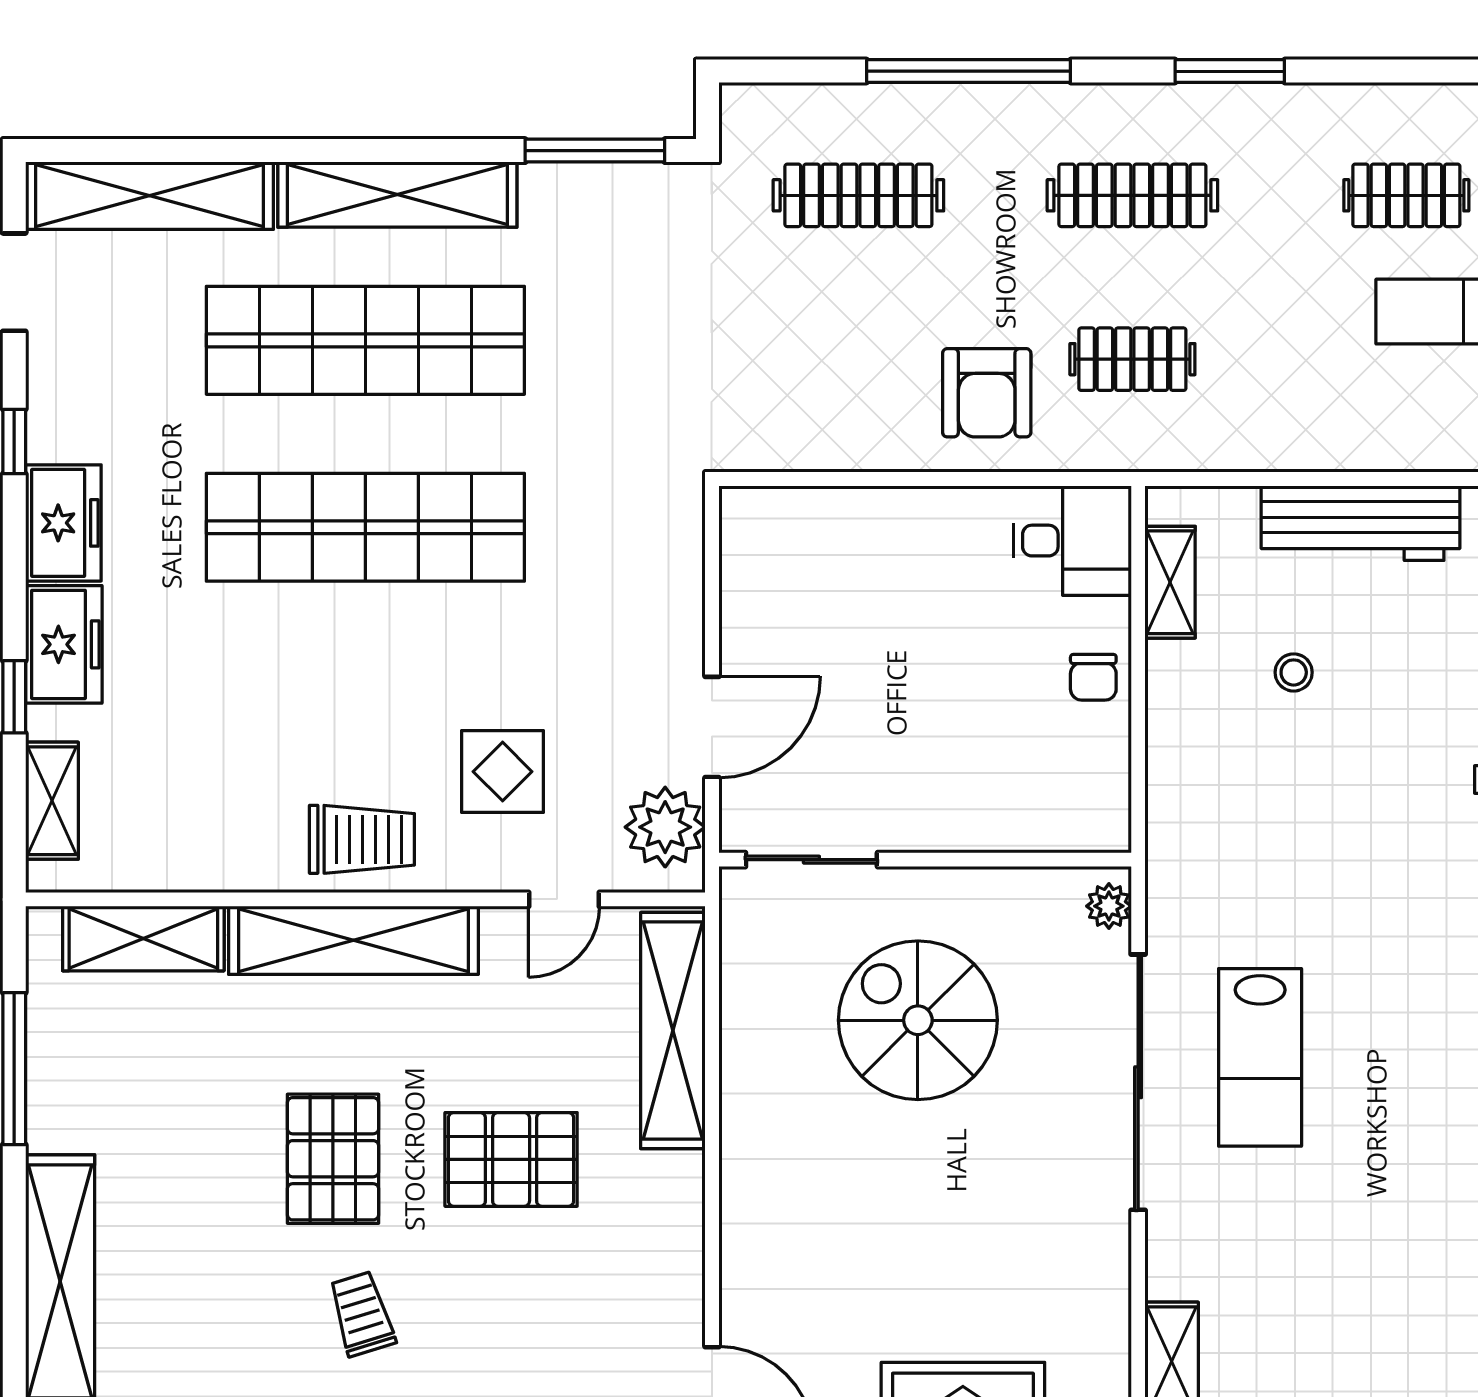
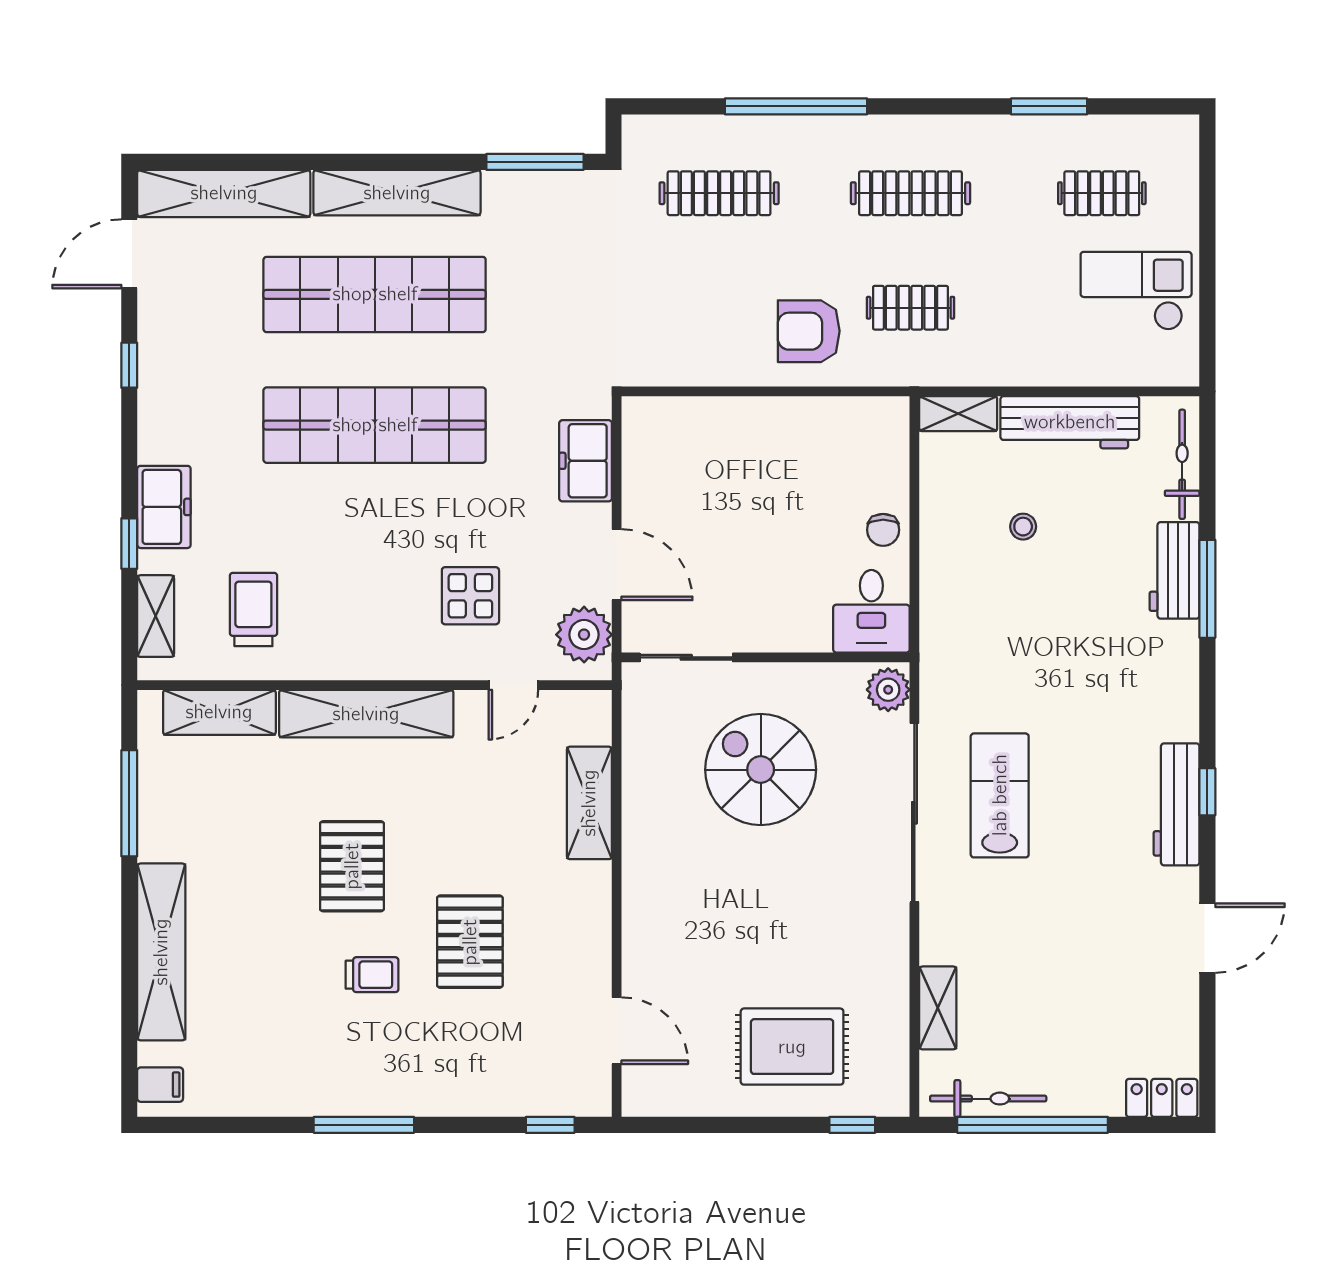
window: (1230, 71) -> (1049, 106), moved
armchair: (987, 393) -> (809, 331), turned 90
freezer: (63, 523) -> (586, 461), moved, turned 180
desk: (1072, 541) -> (871, 611), moved, turned 90
shelving: (1170, 582) -> (958, 414), moved, turned 90
door: (712, 727) -> (617, 565), hinge flipped
trolley: (362, 839) -> (253, 610), moved, turned -90
plant: (1109, 906) -> (888, 690), width x1.38, depth x1.38
shelving: (673, 1031) -> (589, 803), width x0.68
lab bench: (1260, 1057) -> (1000, 795), turned 180
pallet: (511, 1159) -> (470, 942), moved, turned 90
trolley: (362, 1314) -> (372, 975), turned 107

